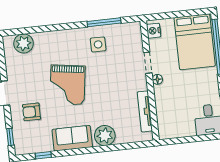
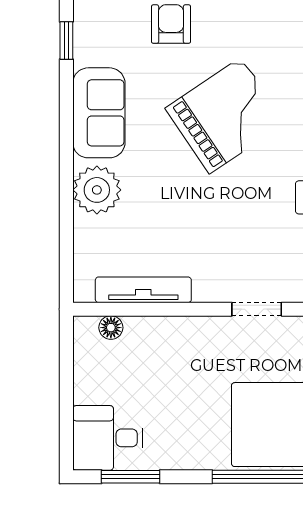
floor lamp: (157, 79) -> (111, 328), moved
grand piano: (68, 85) -> (225, 115), turned 138

